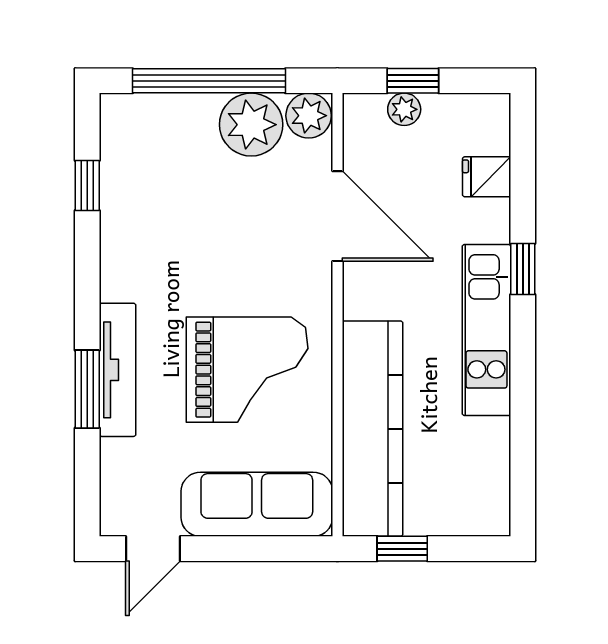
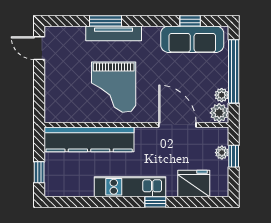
plant: (251, 125) -> (222, 95), width x0.53, depth x0.53
fridge: (487, 177) -> (194, 183), width x1.88, depth x1.34
door: (337, 216) -> (177, 125), swing flipped
sofa: (257, 504) -> (192, 39), moved, turned 90
window: (402, 549) -> (39, 172), moved

